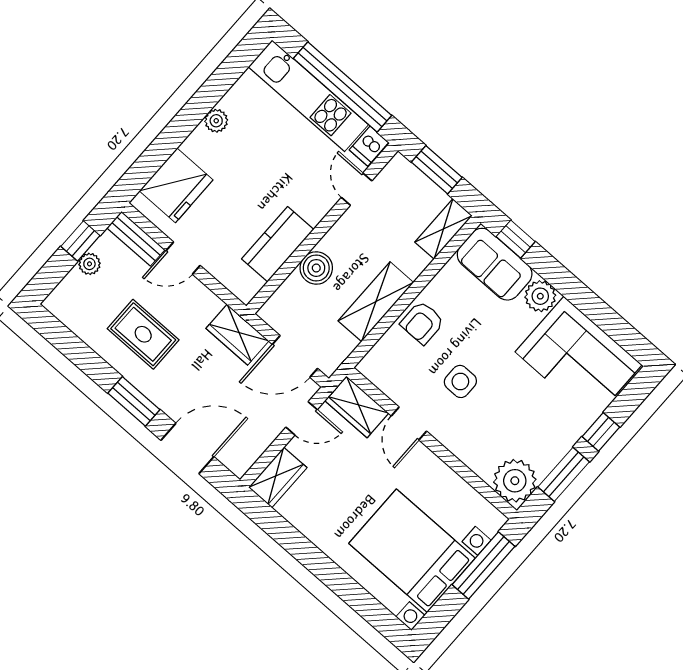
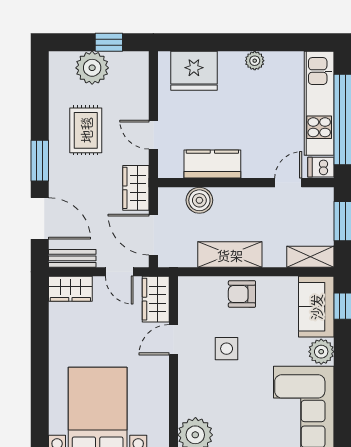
bench: (136, 239) -> (72, 258), moved, turned 90
door: (183, 258) -> (153, 135), moved
plant: (89, 264) -> (92, 68), width x1.88, depth x1.88
boiler: (316, 268) -> (199, 200), moved

